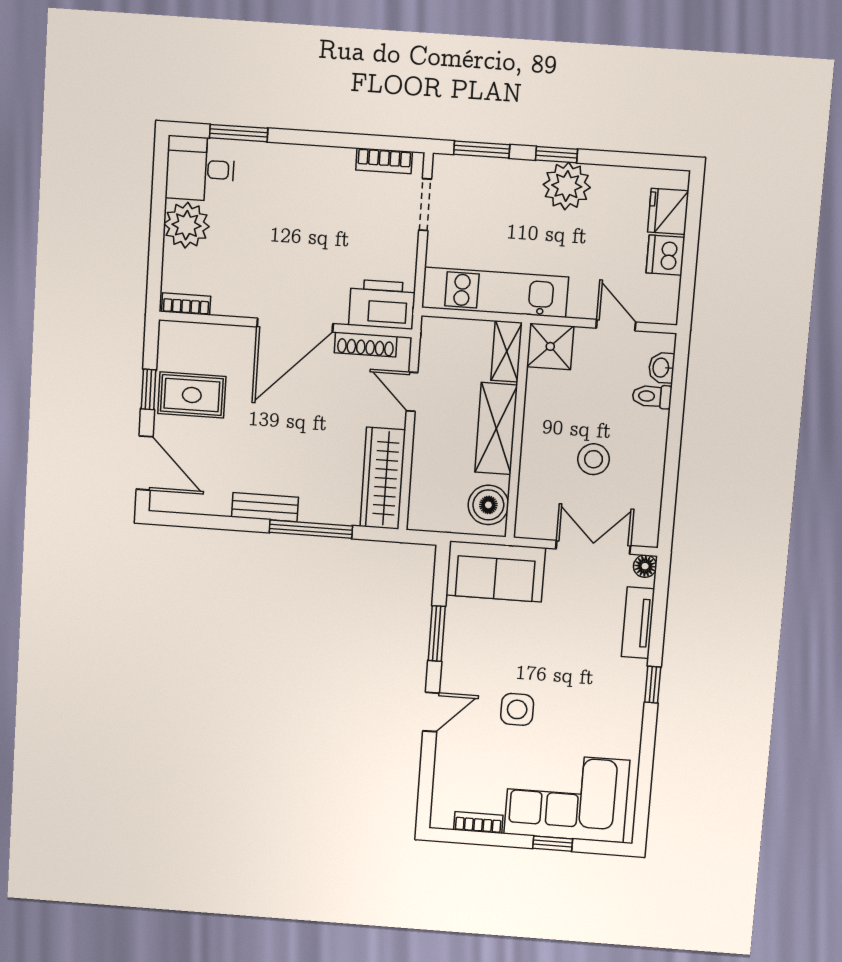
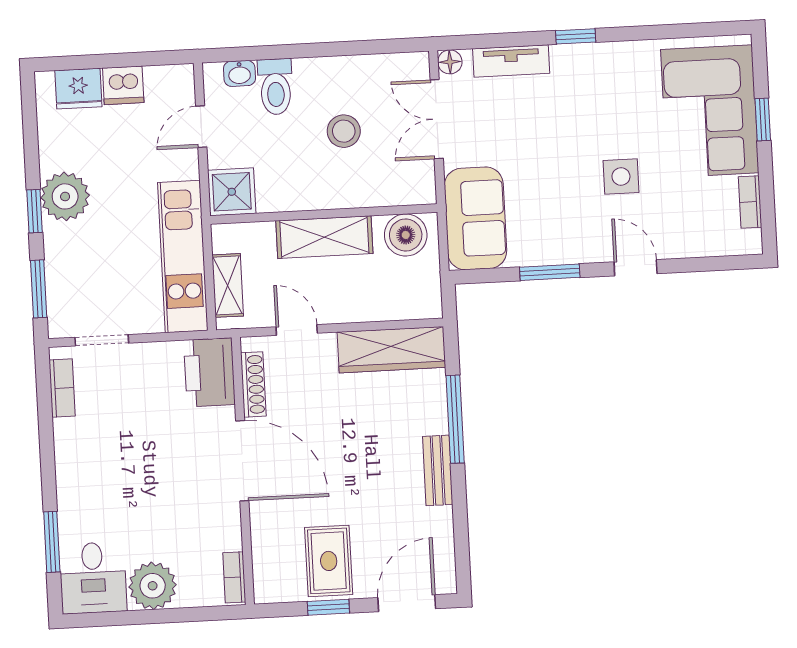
shelving: (507, 351) -> (228, 285), moved, turned 90
door: (412, 392) -> (297, 330), swing flipped
toilet: (652, 396) -> (276, 87), width x1.37, depth x1.39

